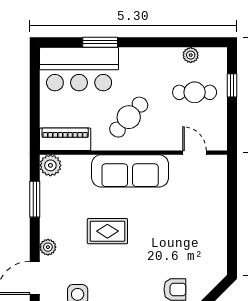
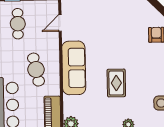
cafe table: (129, 117) -> (36, 70), turned 36

